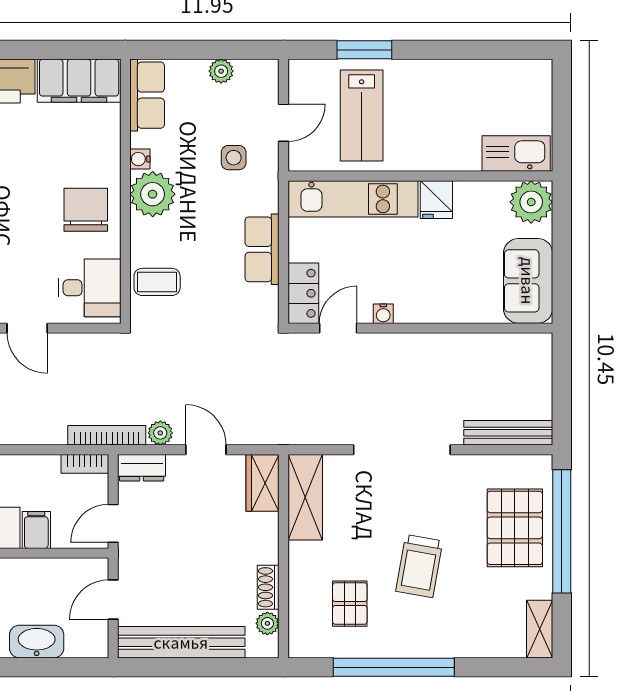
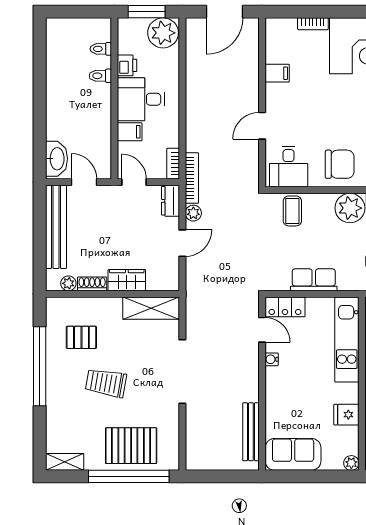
fridge: (436, 200) -> (346, 415), moved
plant: (531, 202) -> (351, 463), width x0.53, depth x0.53
bench: (508, 433) -> (251, 432), moved
wardrobe: (262, 483) -> (127, 280), moved
washbasin: (37, 642) -> (56, 159), moved

